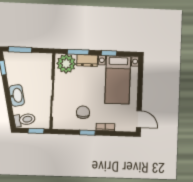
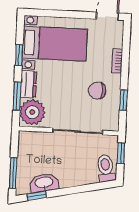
washbasin: (17, 95) -> (44, 183), moved
window: (87, 133) -> (123, 100), moved

